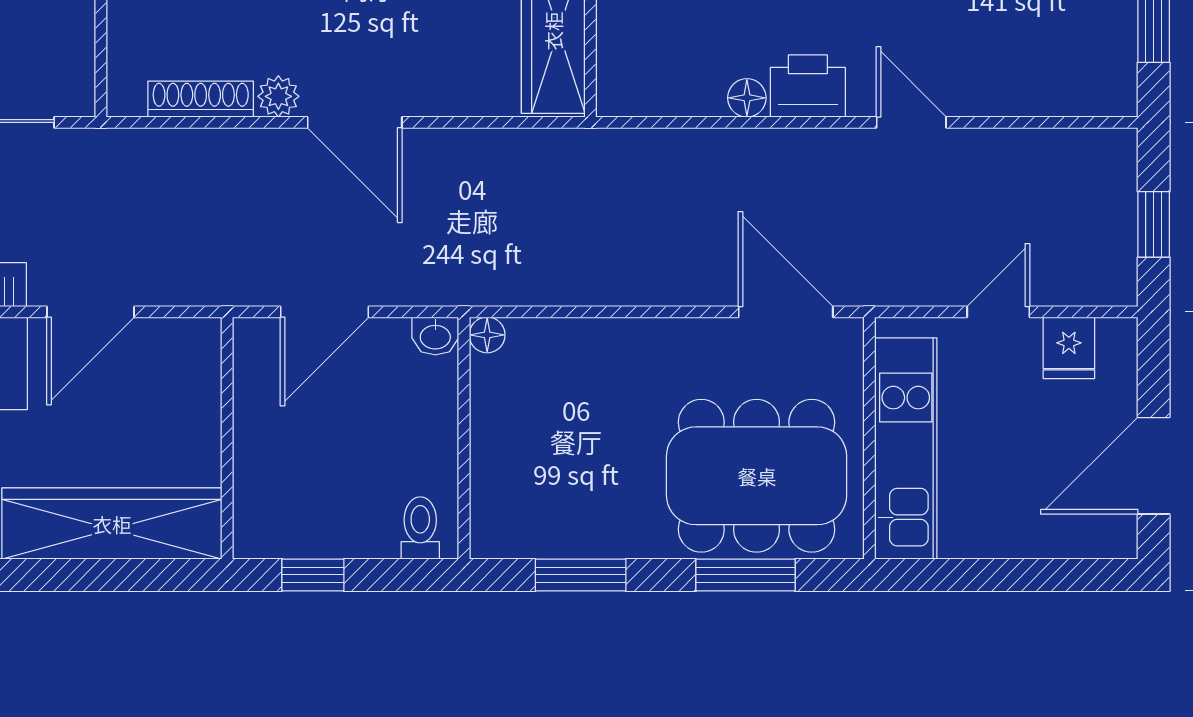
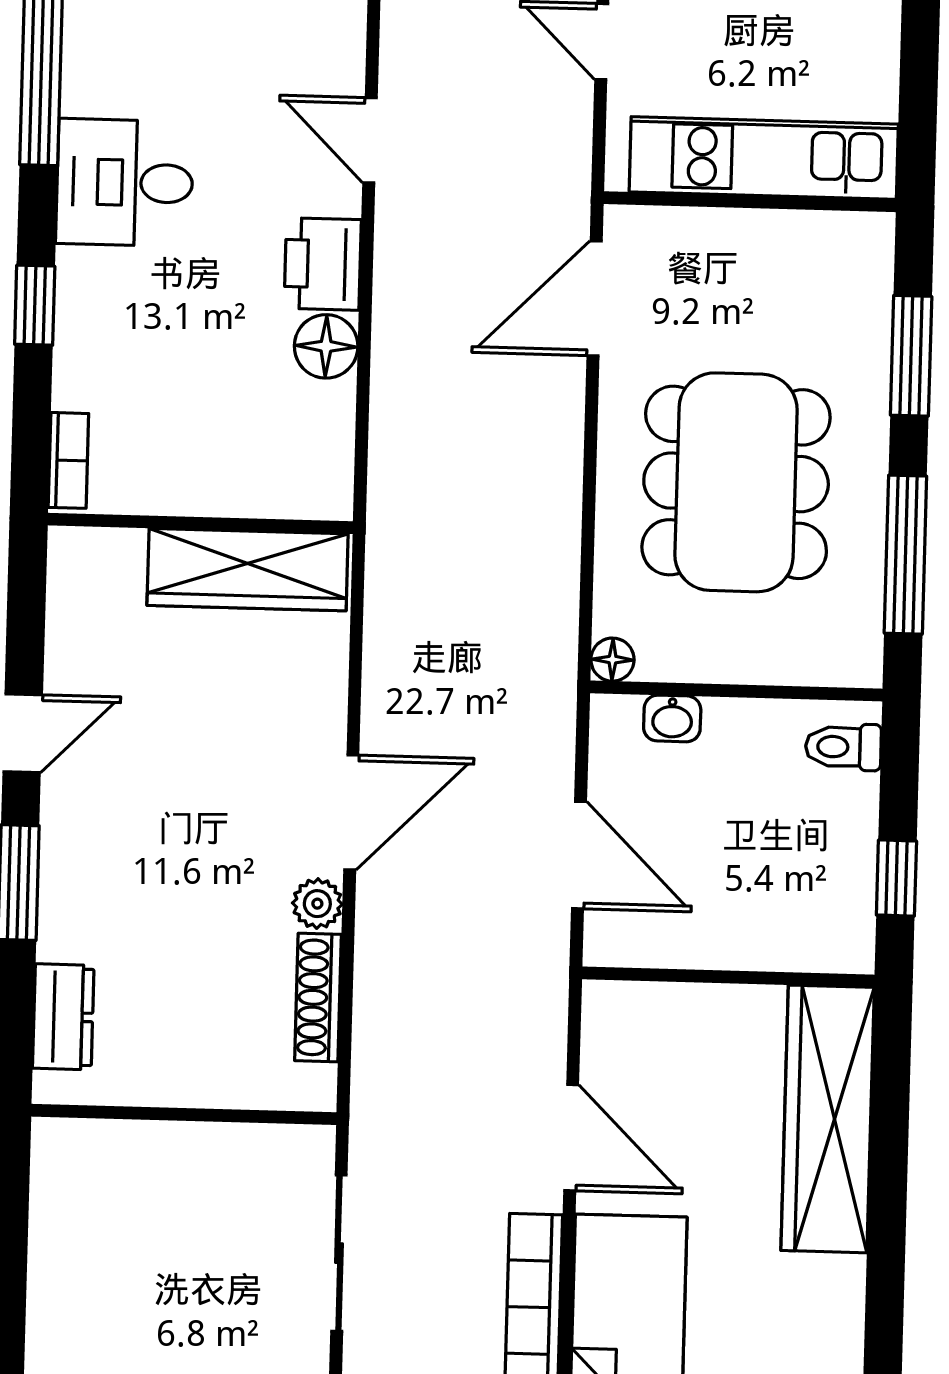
floor lamp: (747, 98) -> (326, 346), width x1.37, depth x1.37
door: (911, 122) -> (370, 140), hinge flipped
washbasin: (435, 336) -> (672, 718), moved, turned 90
dining table: (757, 476) -> (736, 482), moved
window: (581, 575) -> (905, 555), width x1.44

